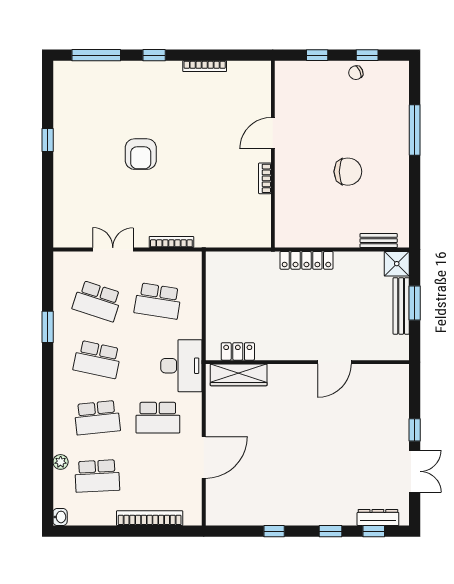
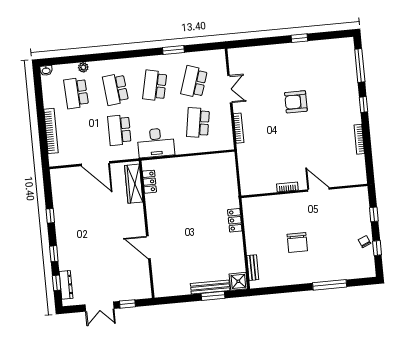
locker: (306, 260) -> (235, 220), width x0.66
locker: (238, 351) -> (149, 182), moved
wall: (307, 362) -> (147, 229), moved
door: (334, 362) -> (148, 247), moved
wardrobe: (239, 375) -> (134, 184), moved

